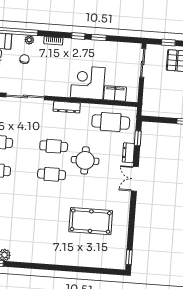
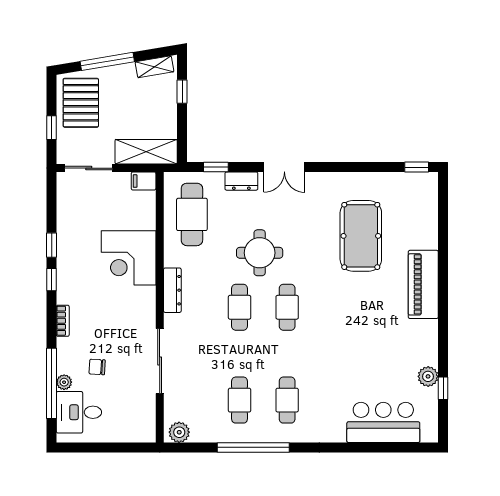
plant: (29, 40) -> (64, 382), moved
filing cabinet: (115, 93) -> (144, 181), moved, width x0.50
shelving: (150, 98) -> (146, 152), added
piano: (59, 256) -> (423, 284), added

